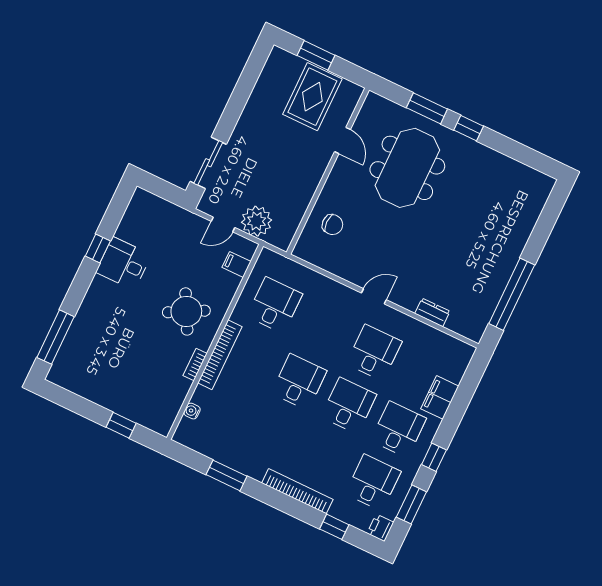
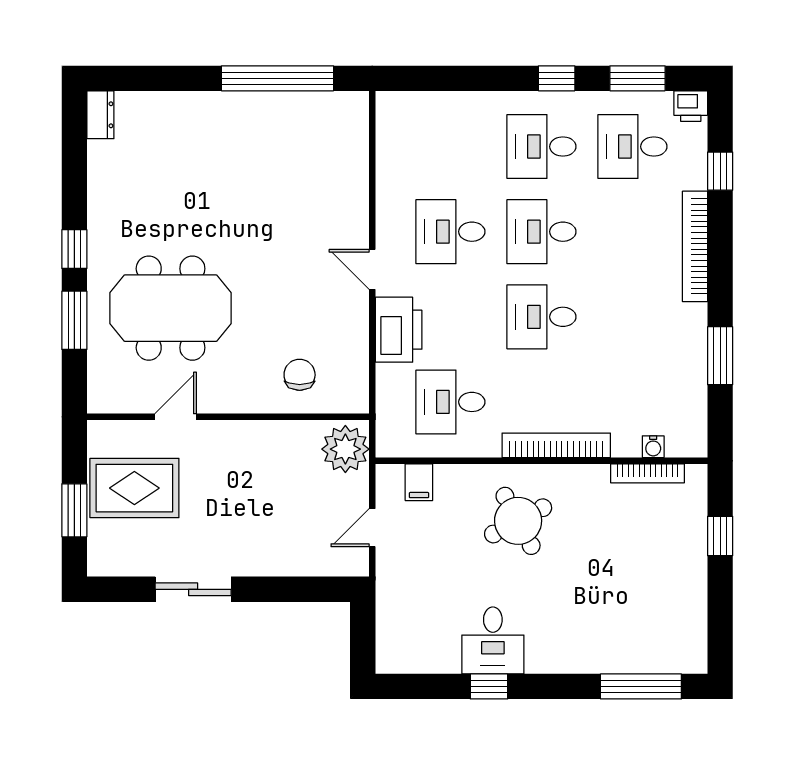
sliding door: (208, 163) -> (193, 589), moved
plant: (257, 221) -> (345, 449), moved
door: (223, 224) -> (372, 528), swing flipped
printer: (331, 295) -> (399, 330), added
dresser: (432, 312) -> (100, 115), moved, turned 180
bookcase: (195, 365) -> (647, 473), moved, width x1.56
filing cabinet: (440, 397) -> (469, 110), removed

